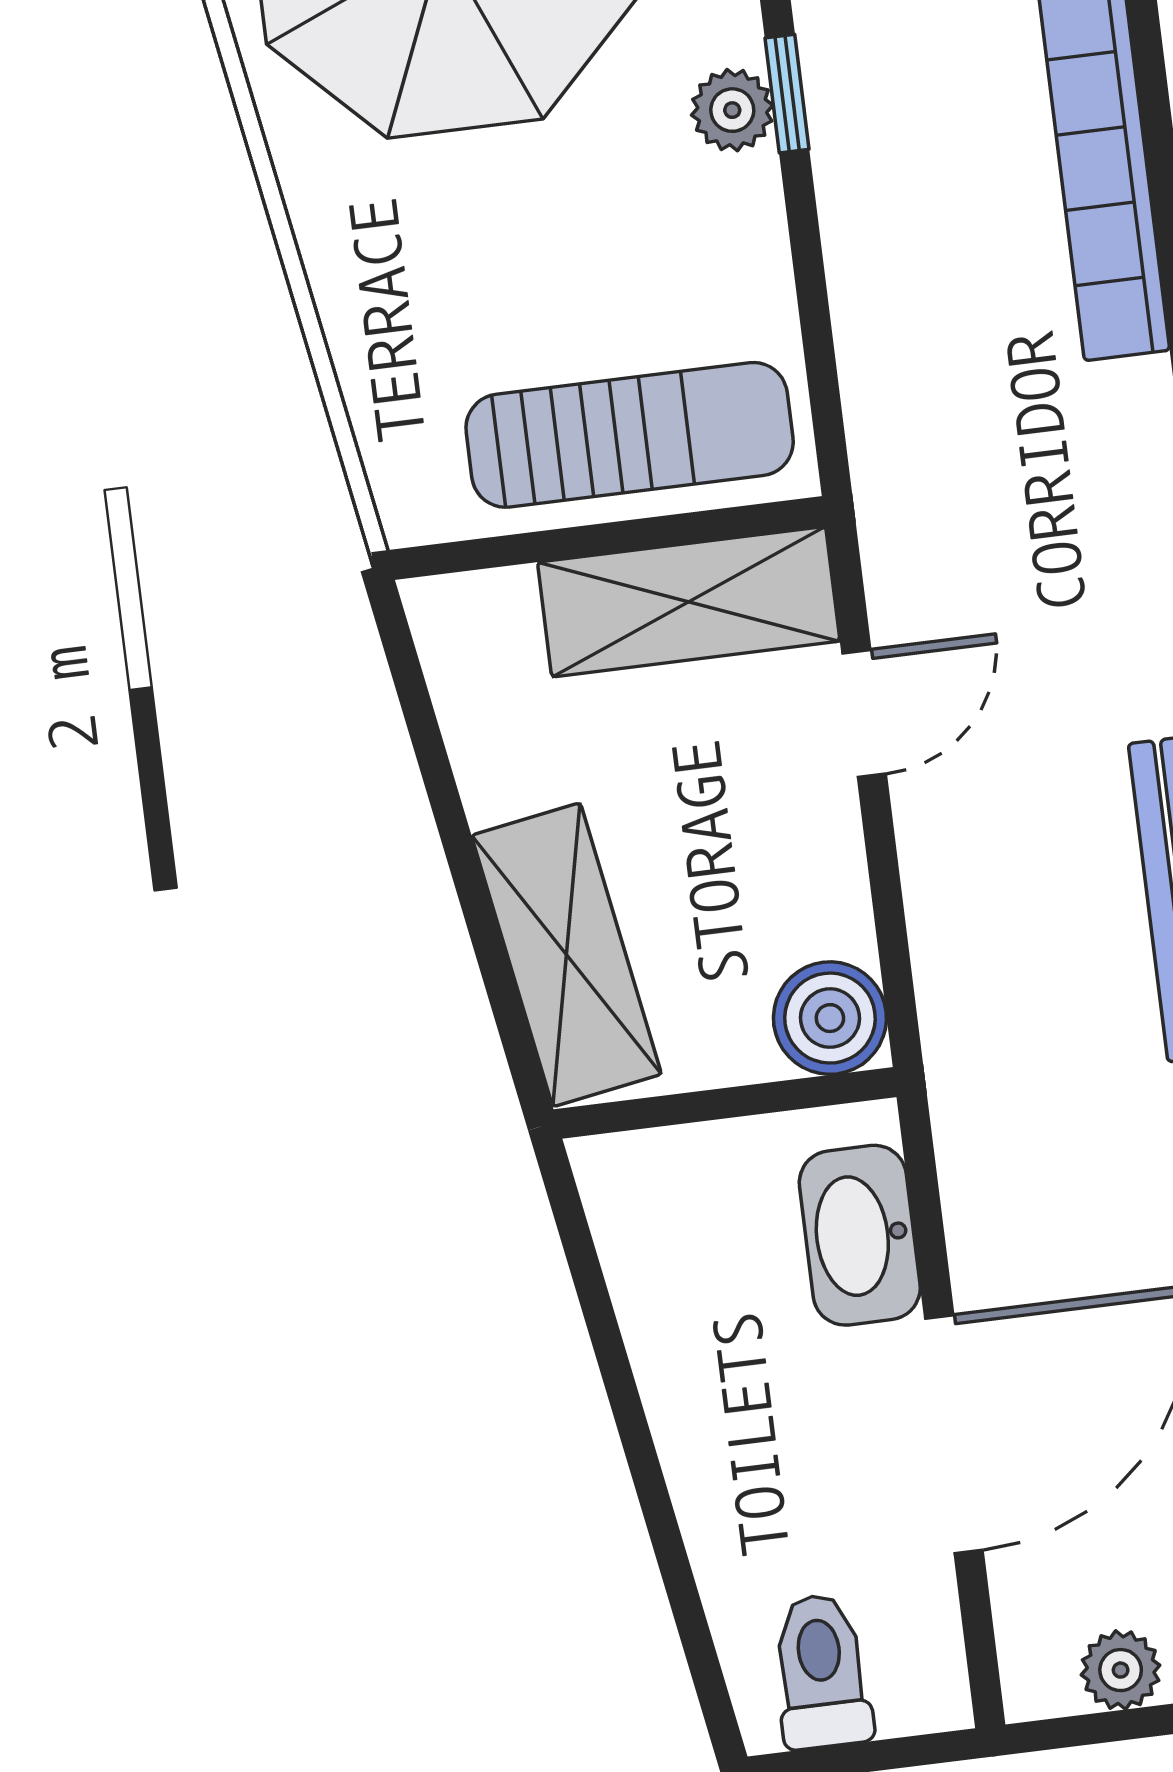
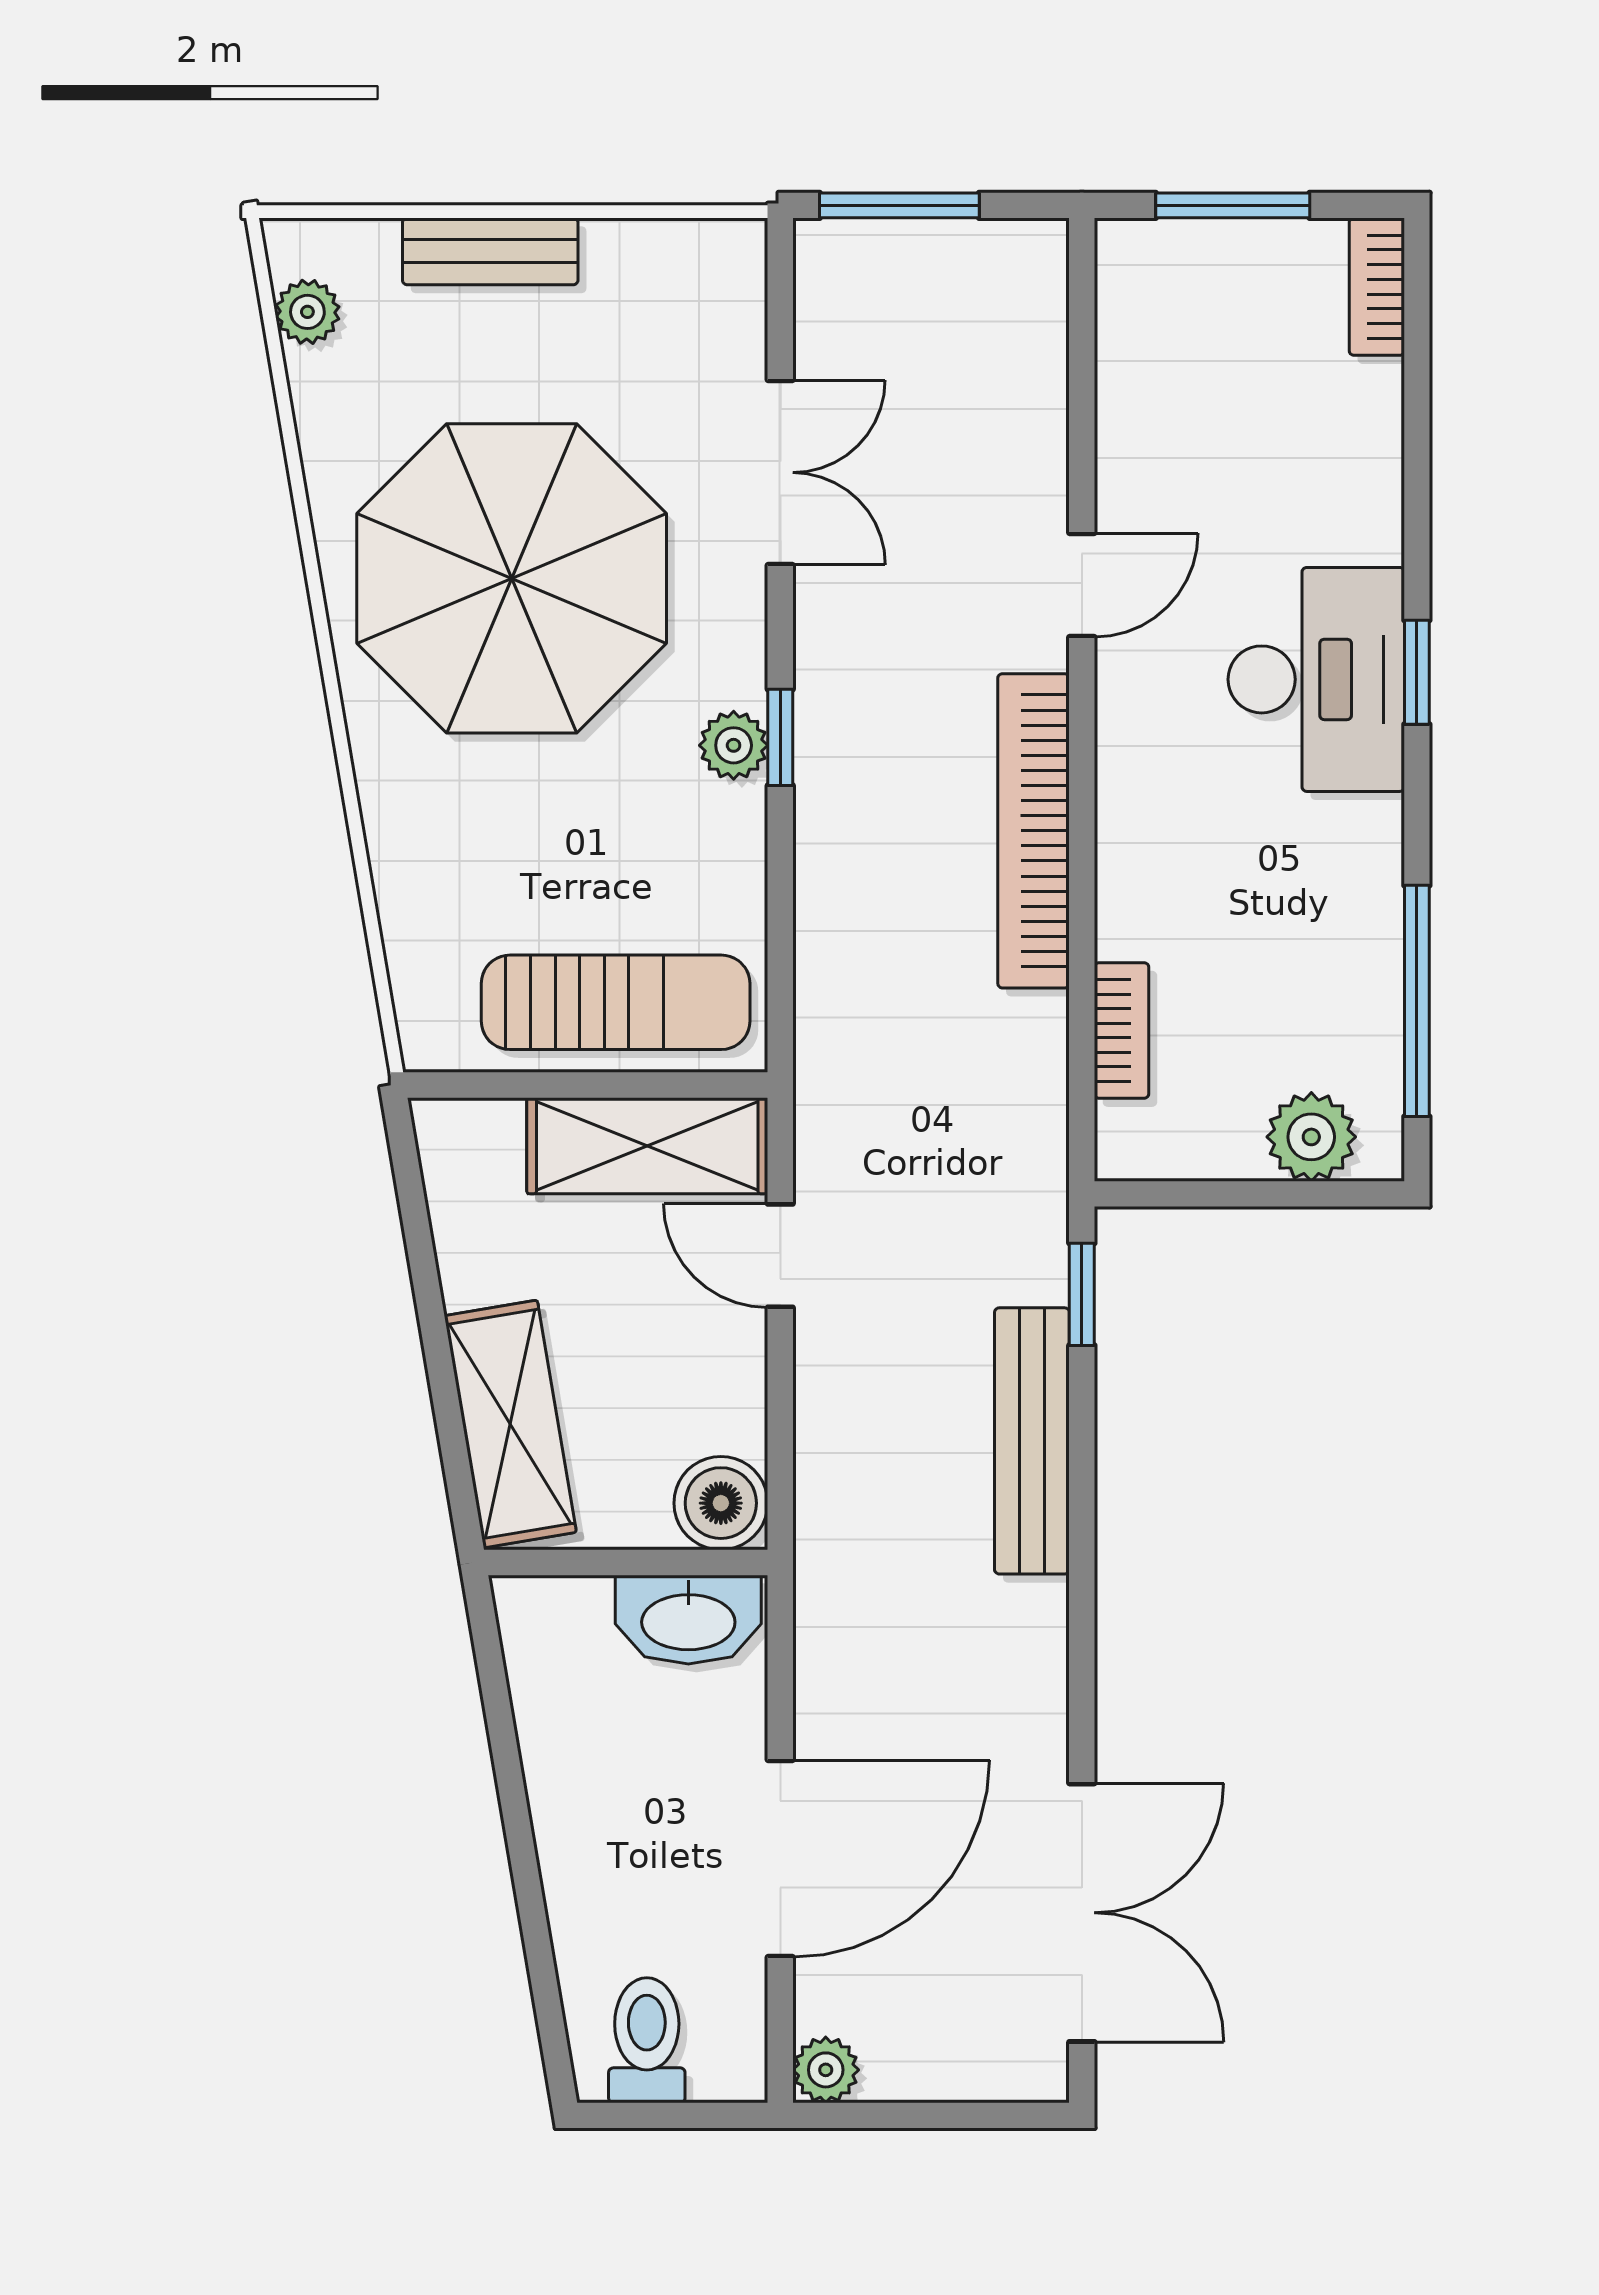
door: (864, 713) -> (780, 1256), swing flipped
washbasin: (860, 1235) -> (688, 1620), moved, turned -90
plant: (1121, 1670) -> (826, 2070), moved

